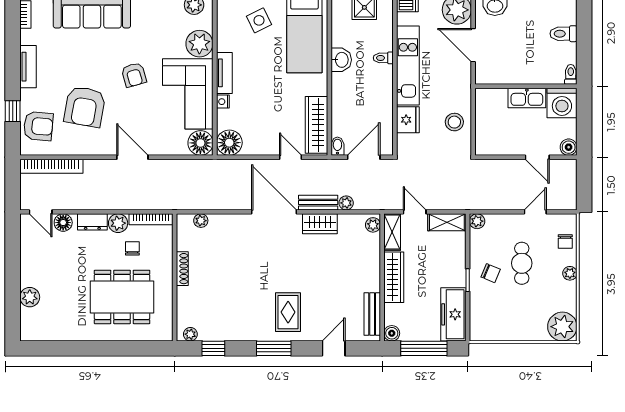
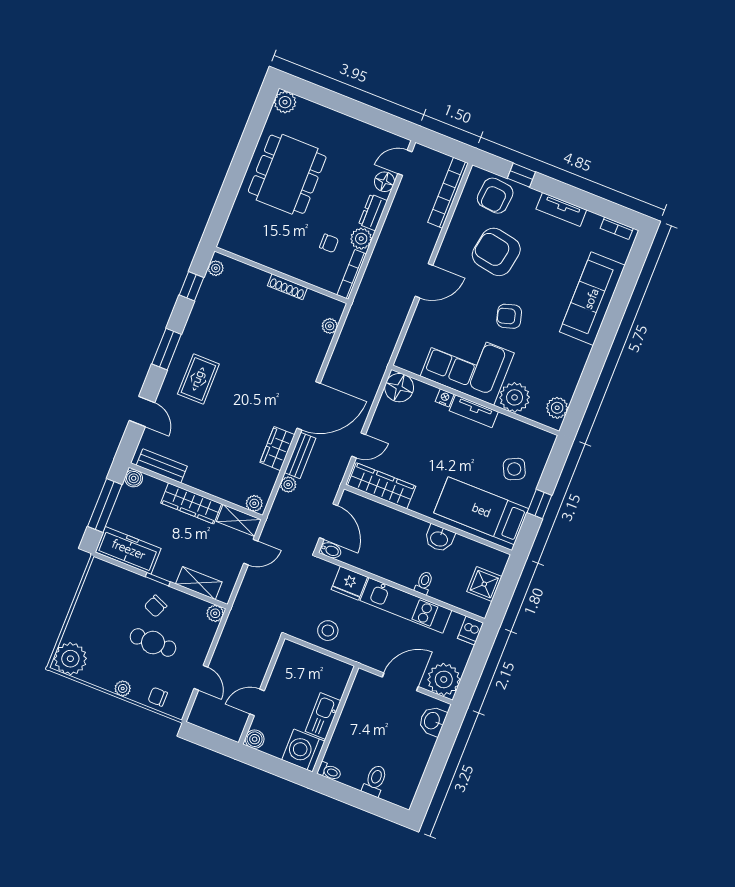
floor lamp: (200, 143) -> (411, 358), removed
bidet: (337, 146) -> (331, 550), moved
shelving: (447, 222) -> (199, 583), moved, turned 90
plant: (30, 297) -> (285, 102), moved
dining table: (122, 297) -> (287, 174), moved
rug: (288, 312) -> (198, 379), turned 90

